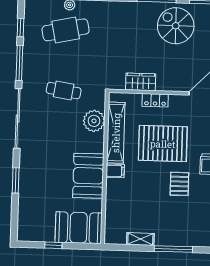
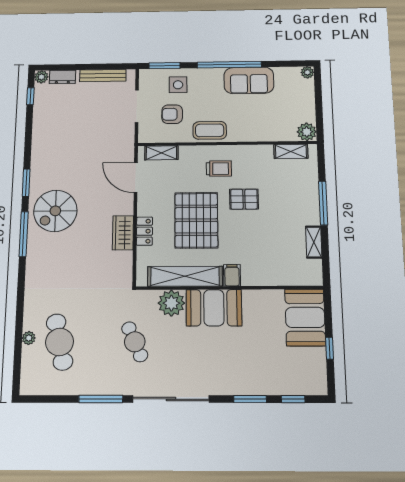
window: (20, 28) -> (293, 399), moved
wardrobe: (141, 82) -> (123, 233), moved
cafe table: (64, 91) -> (135, 342), turned -33
booth: (88, 176) -> (214, 308), moved

